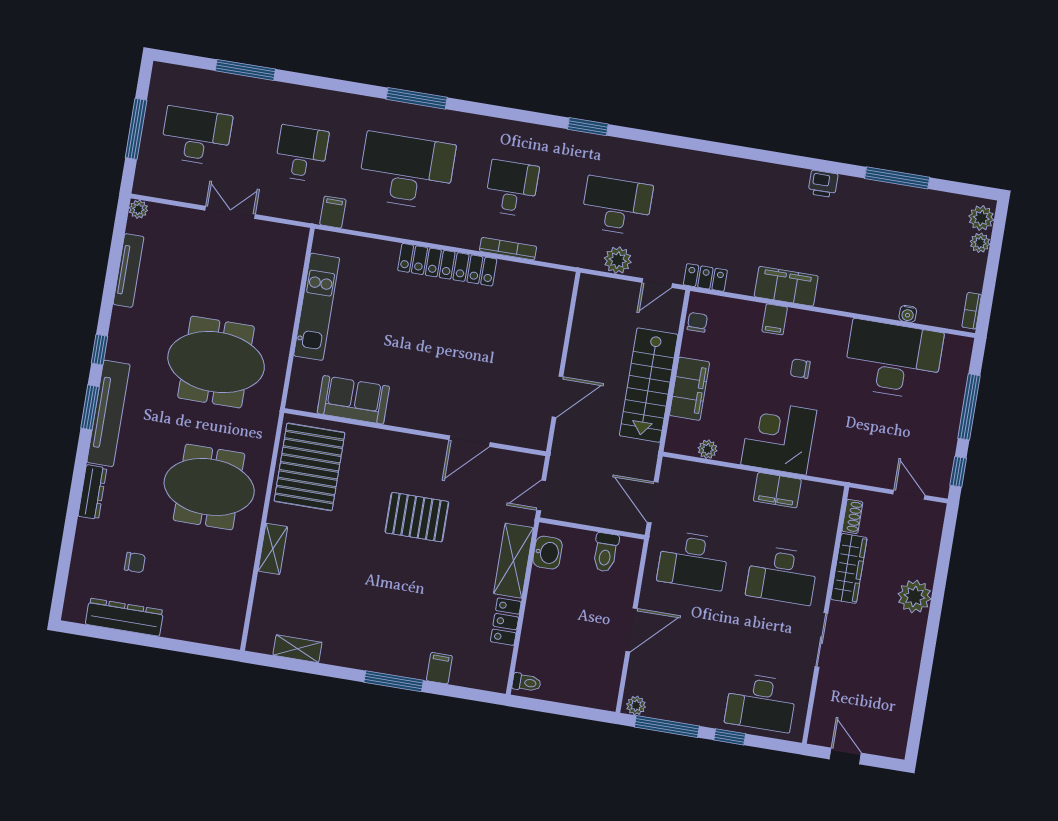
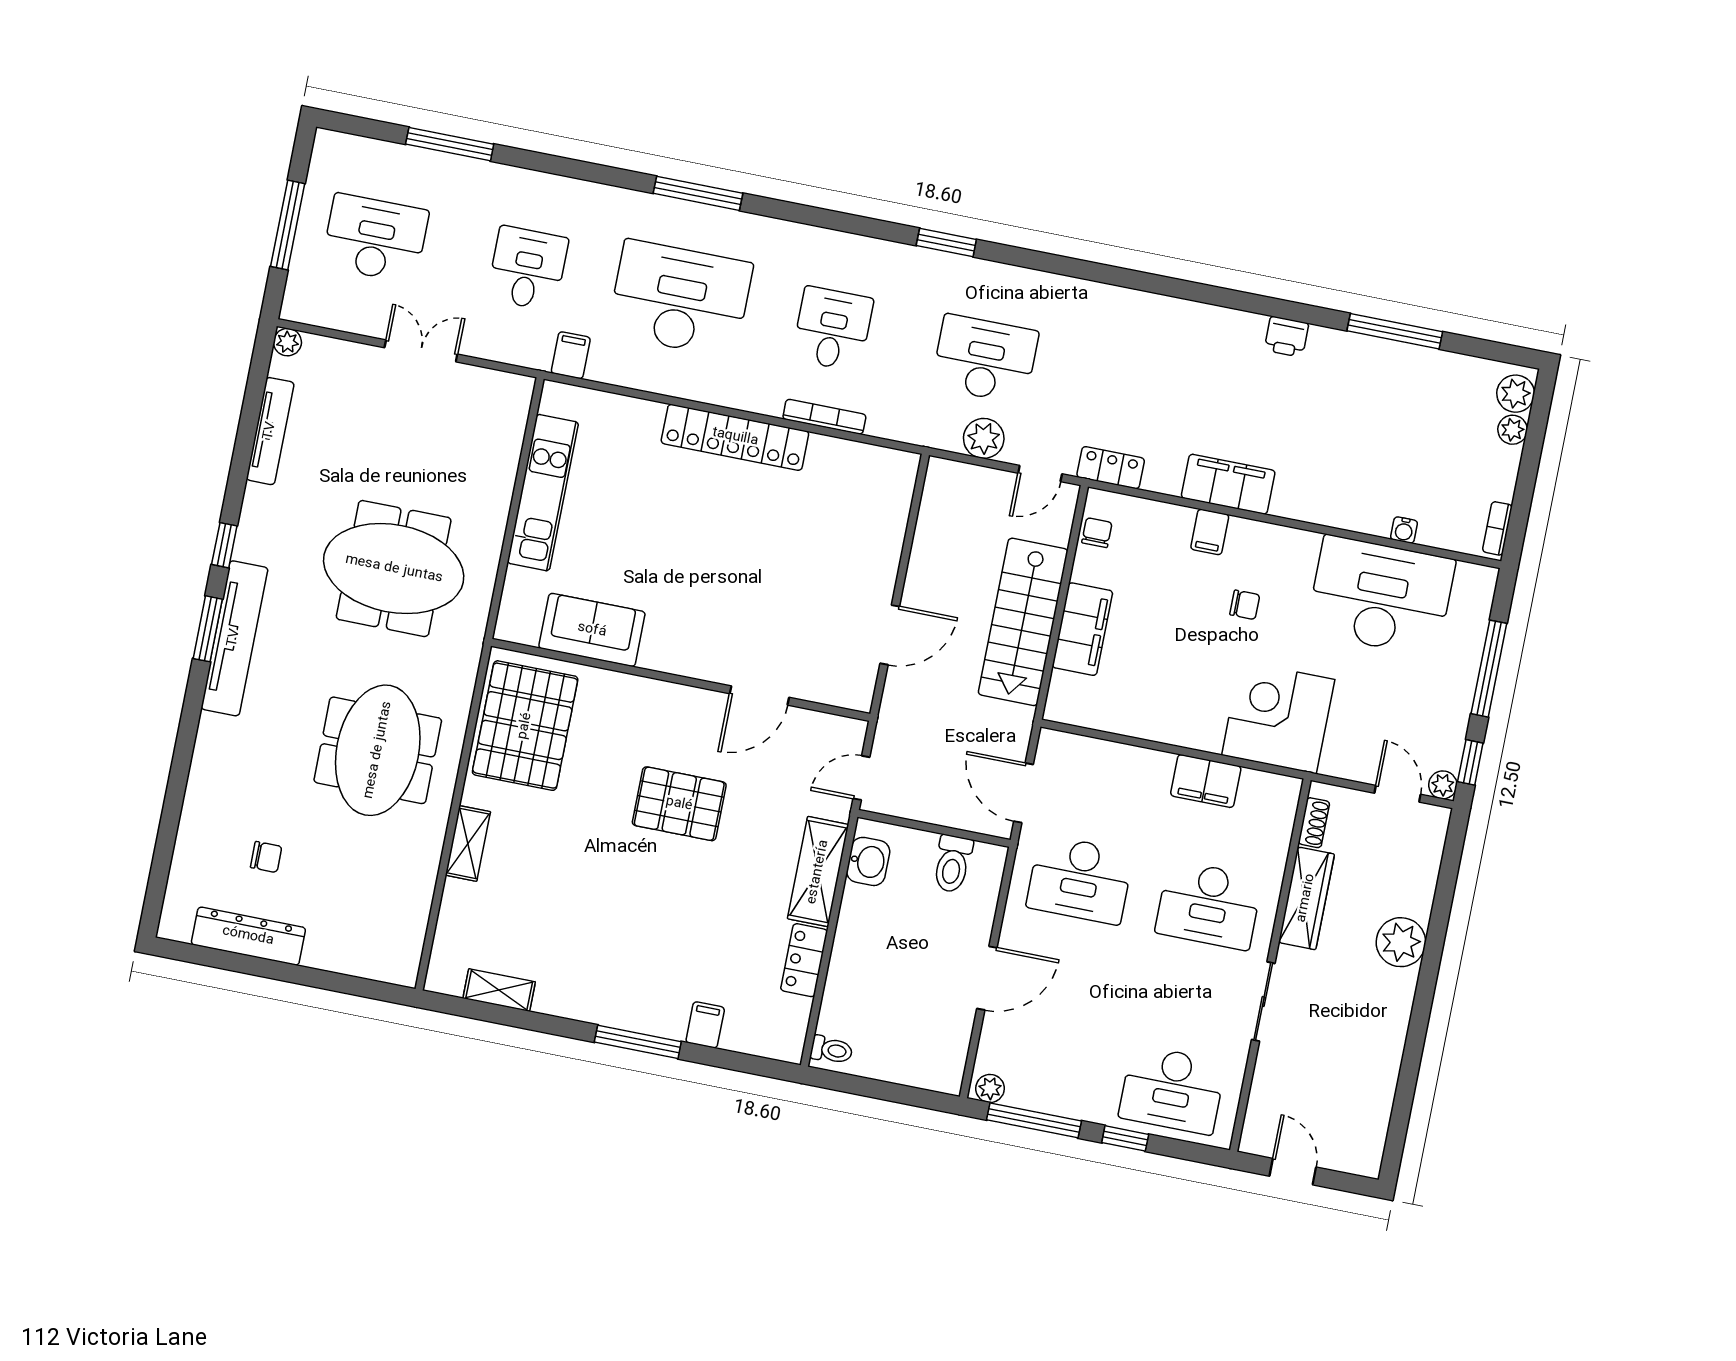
chair: (800, 369) -> (1245, 605), turned 180
corner desk: (779, 437) -> (1278, 717), moved
plant: (707, 449) -> (1443, 785), moved
meeting table: (209, 487) -> (378, 750), turned 90
dresser: (92, 492) -> (207, 752), removed

